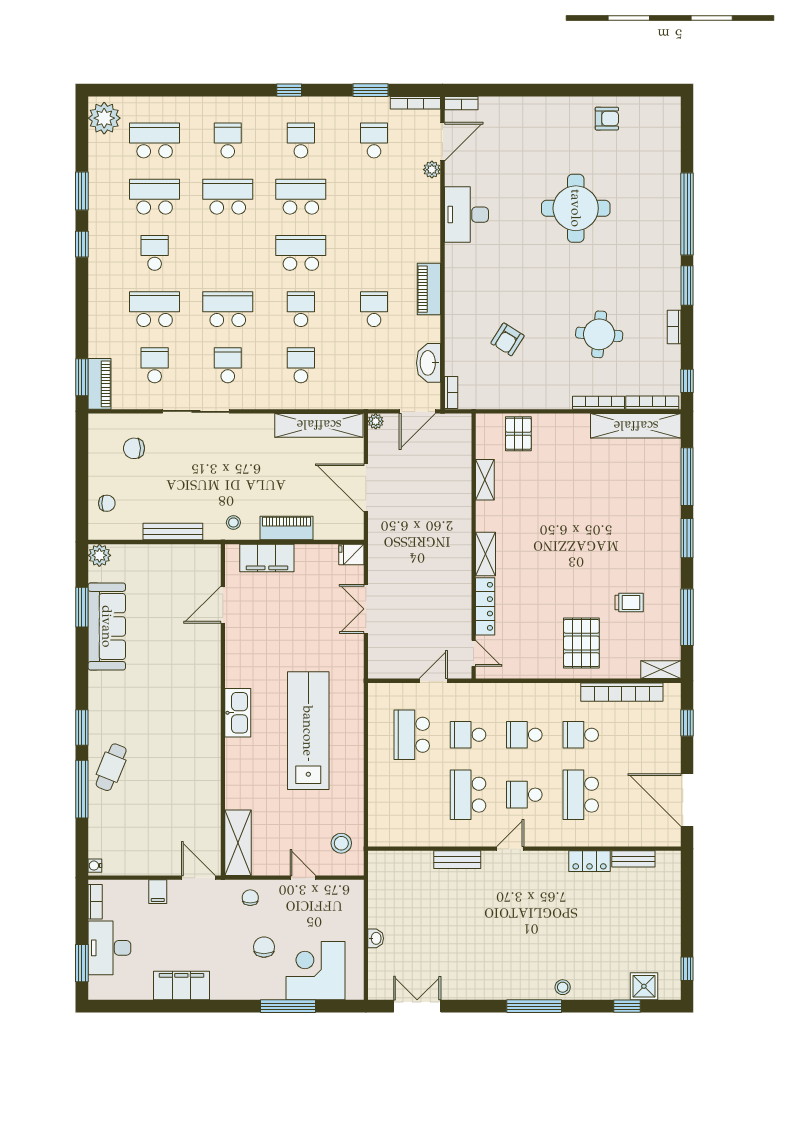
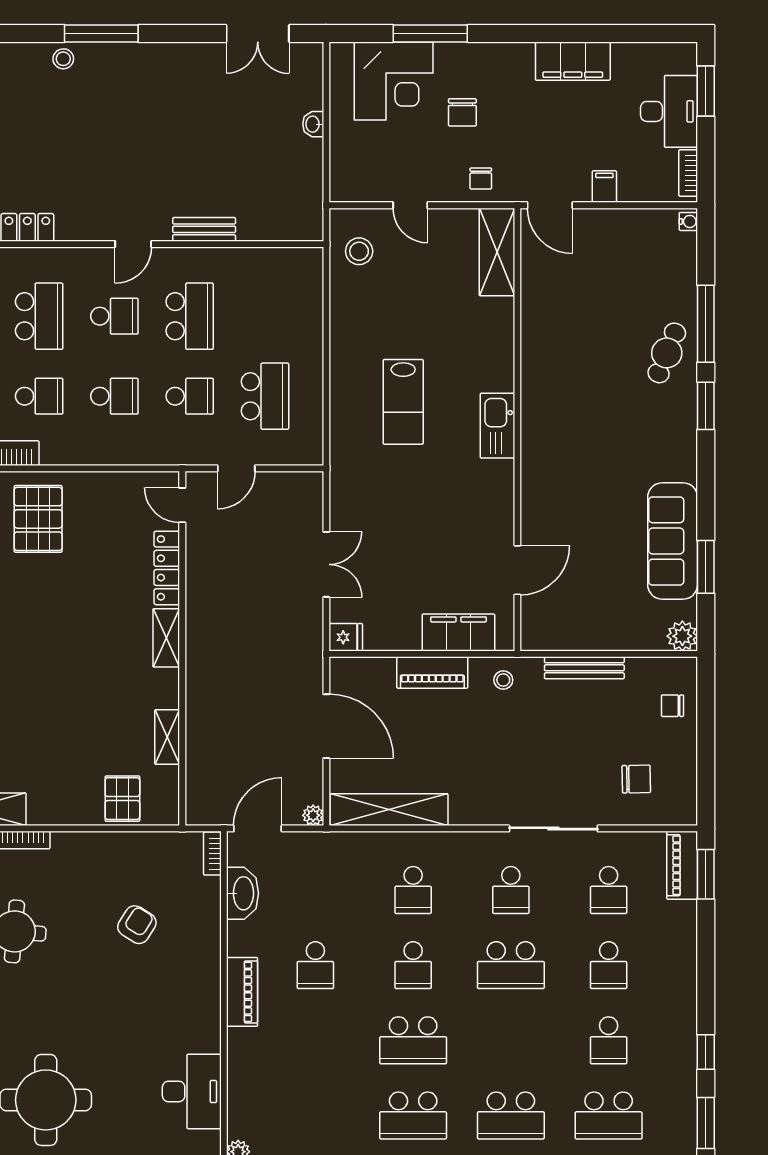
school desk: (155, 309) -> (609, 965), width x0.54
lab bench: (308, 731) -> (403, 402), width x0.54, depth x0.72

